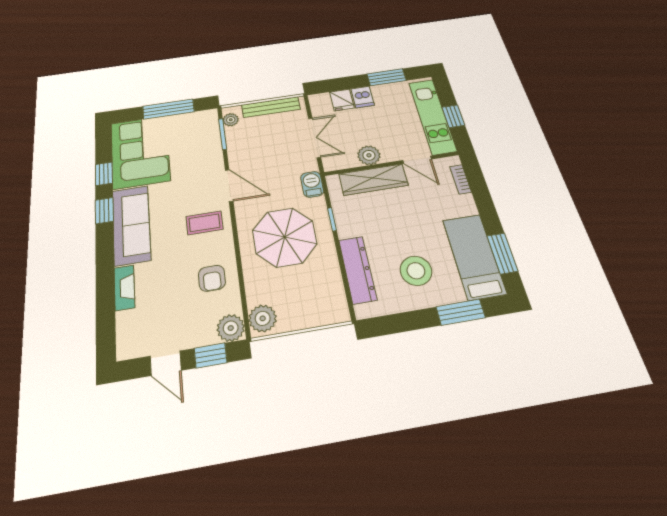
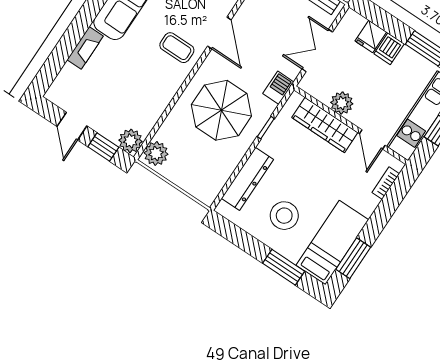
double door: (314, 138) -> (317, 50), swing flipped
armchair: (212, 278) -> (147, 95), removed

